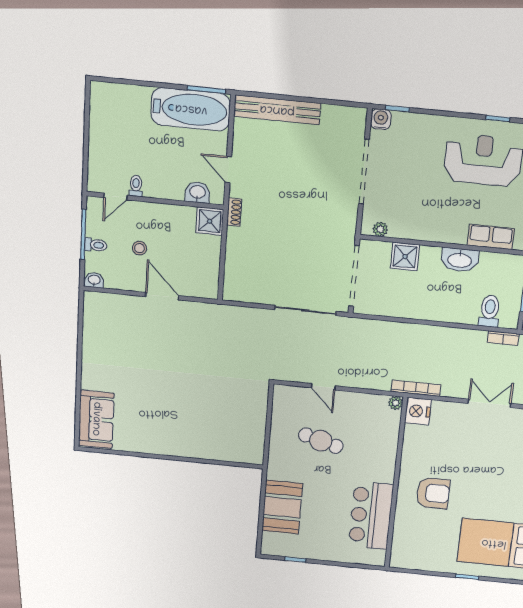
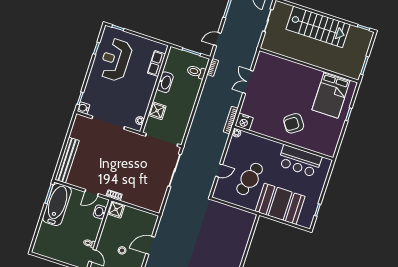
cafe table: (321, 441) -> (250, 179), width x1.37, depth x1.35
armchair: (433, 493) -> (294, 123), turned -125
booth: (282, 507) -> (280, 204), width x1.36, depth x1.42

